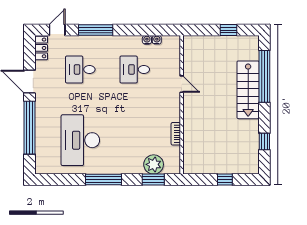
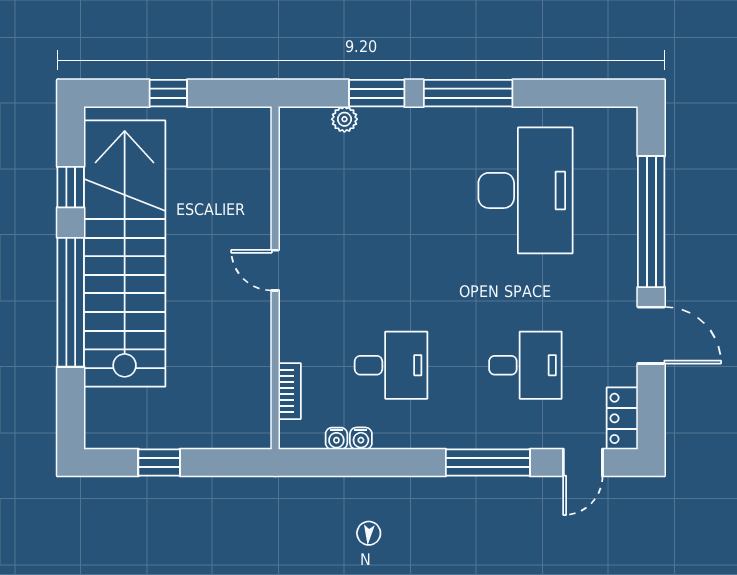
window: (264, 76) -> (71, 302), moved
door: (182, 84) -> (275, 270), moved
stairs: (248, 90) -> (125, 253), width x1.86, depth x1.51
bookcase: (176, 134) -> (290, 391), moved
plant: (154, 164) -> (344, 119), width x0.53, depth x0.53
window: (153, 180) -> (377, 93), moved

